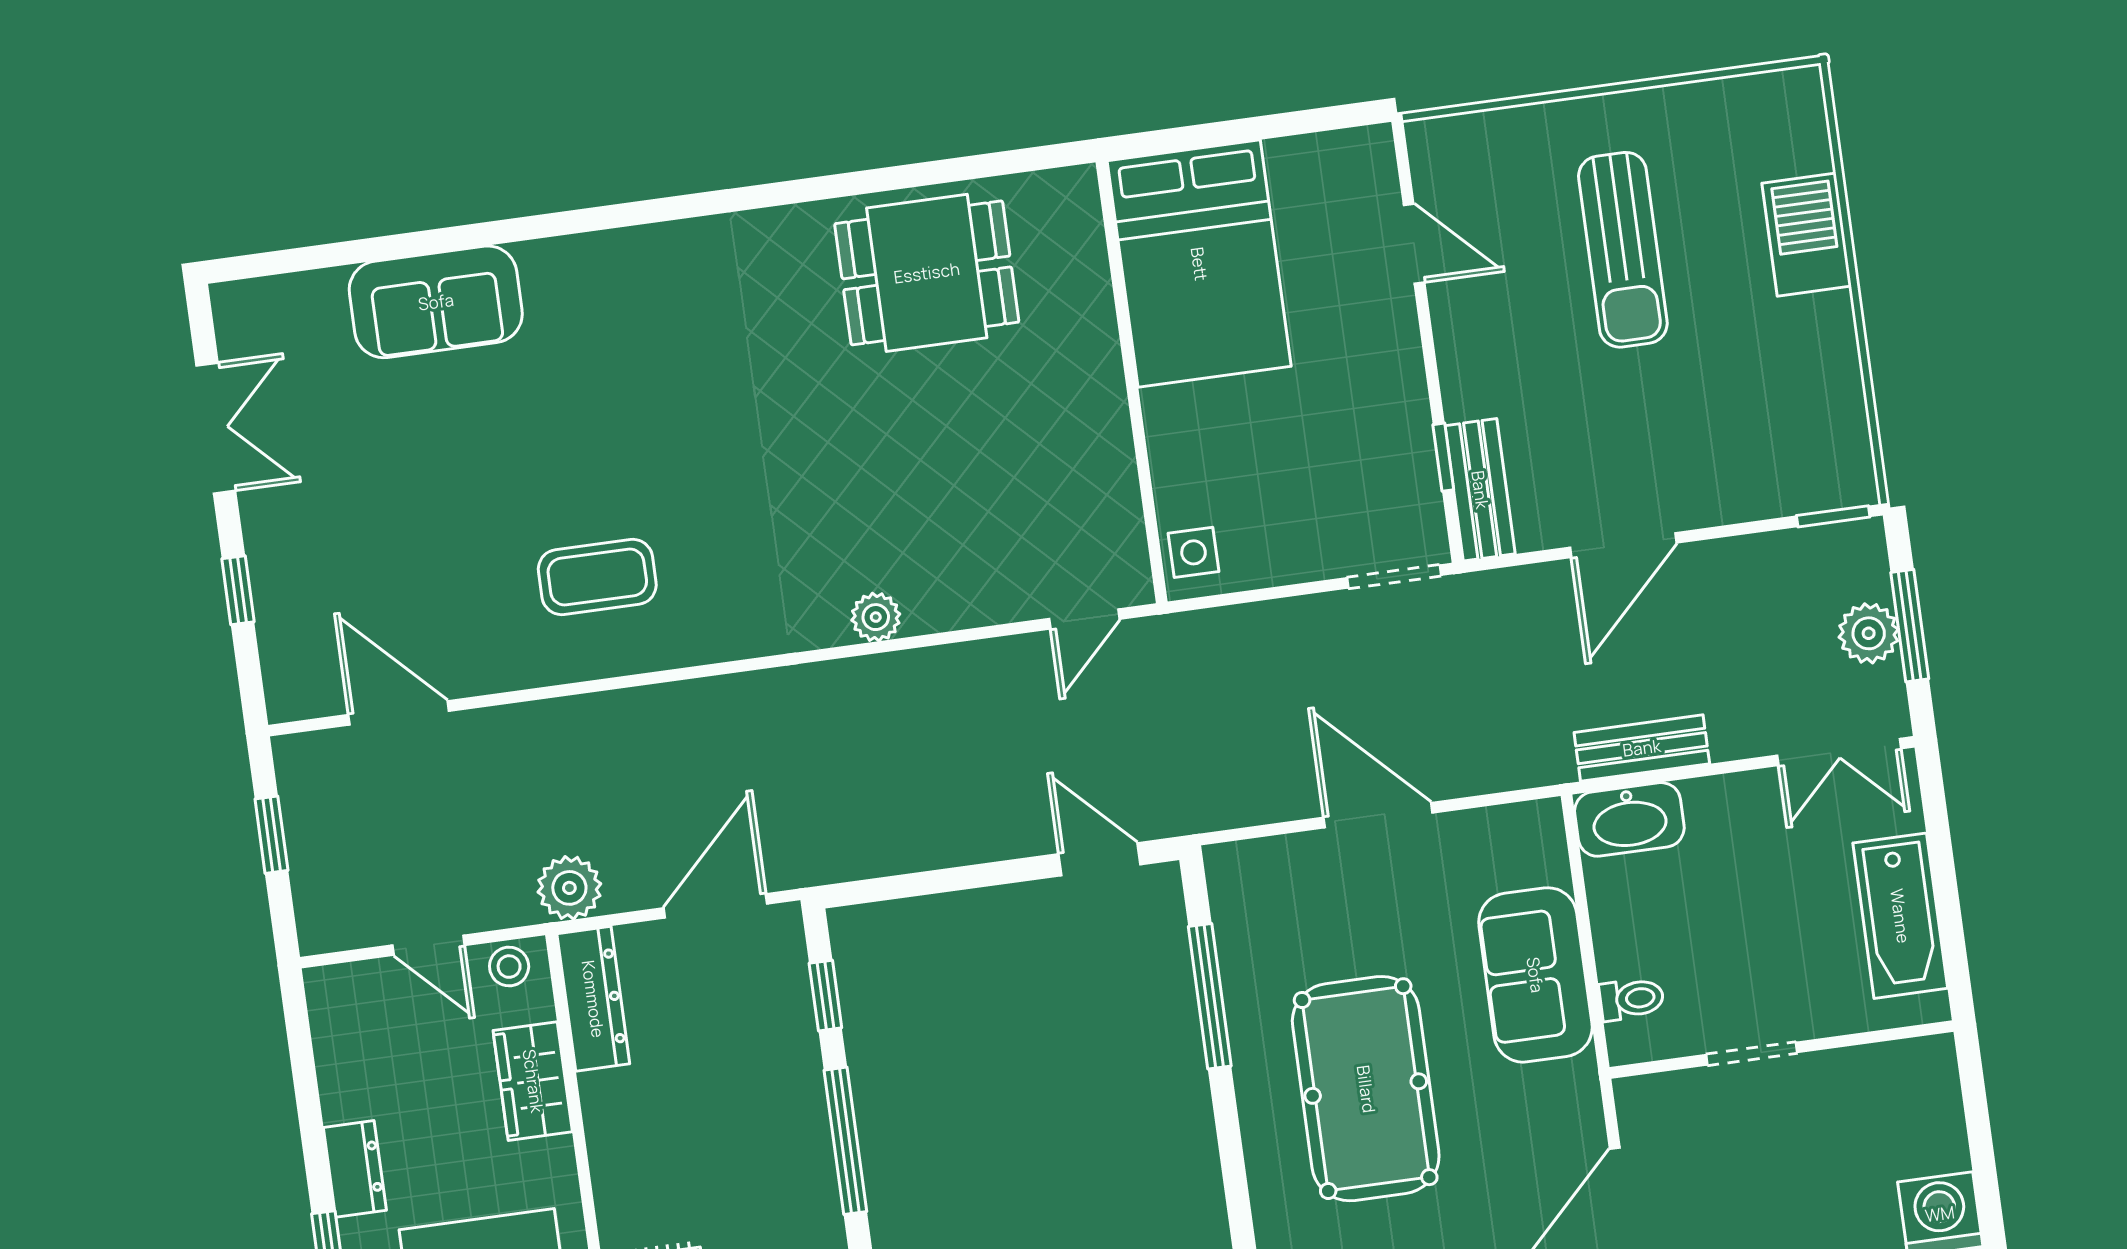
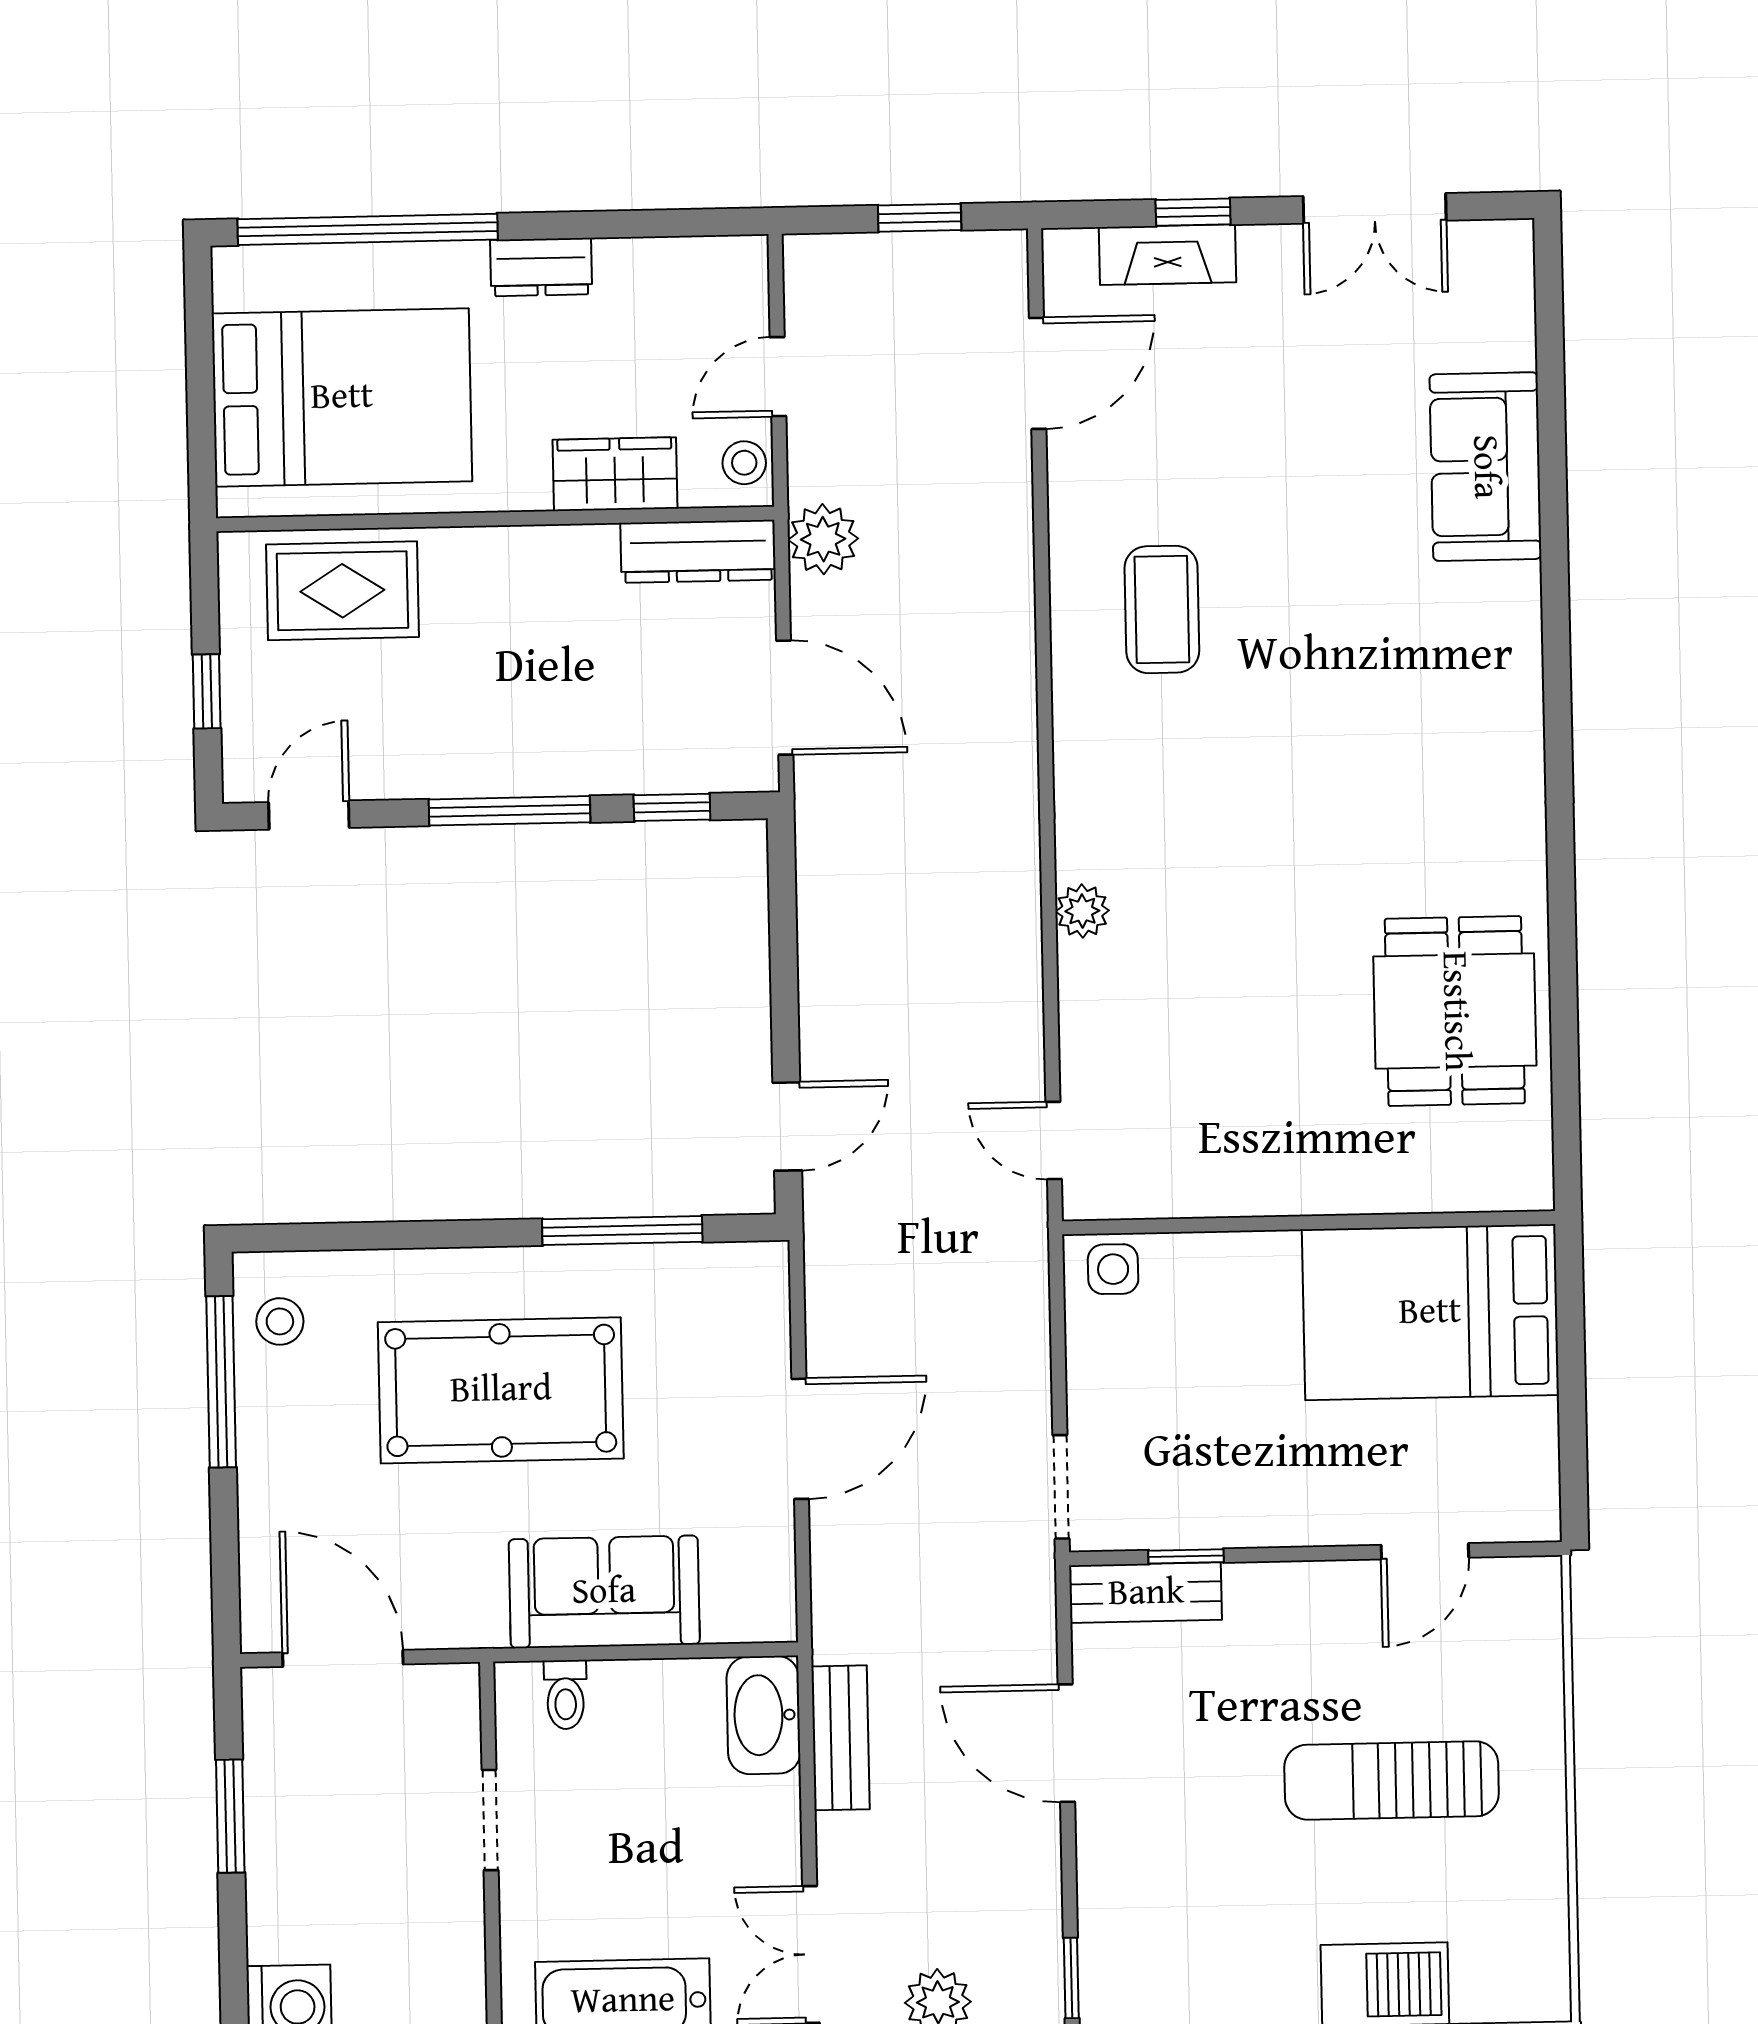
fireplace: (279, 609) -> (1168, 255), added

